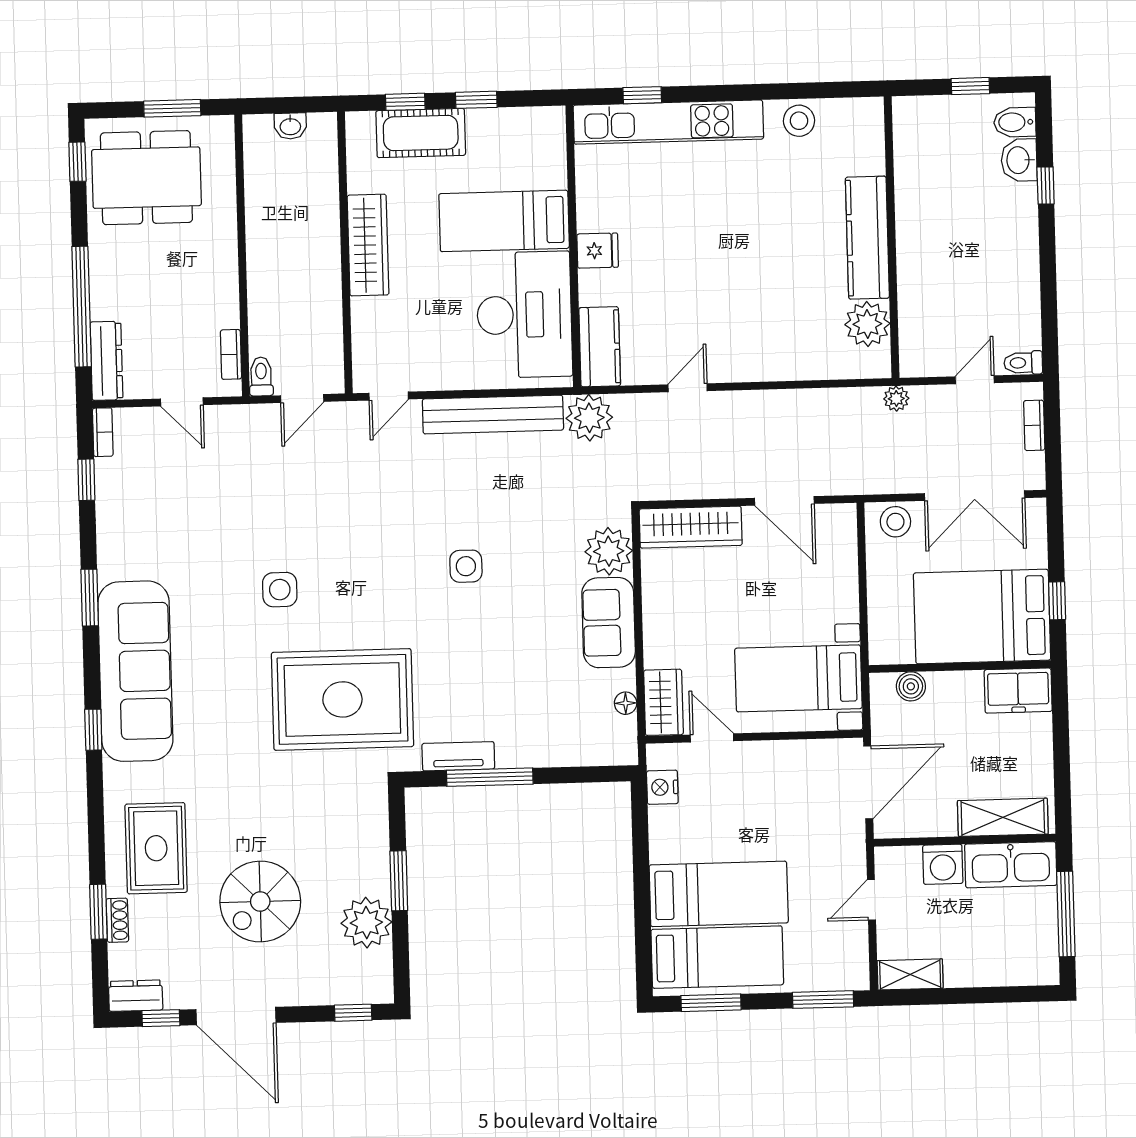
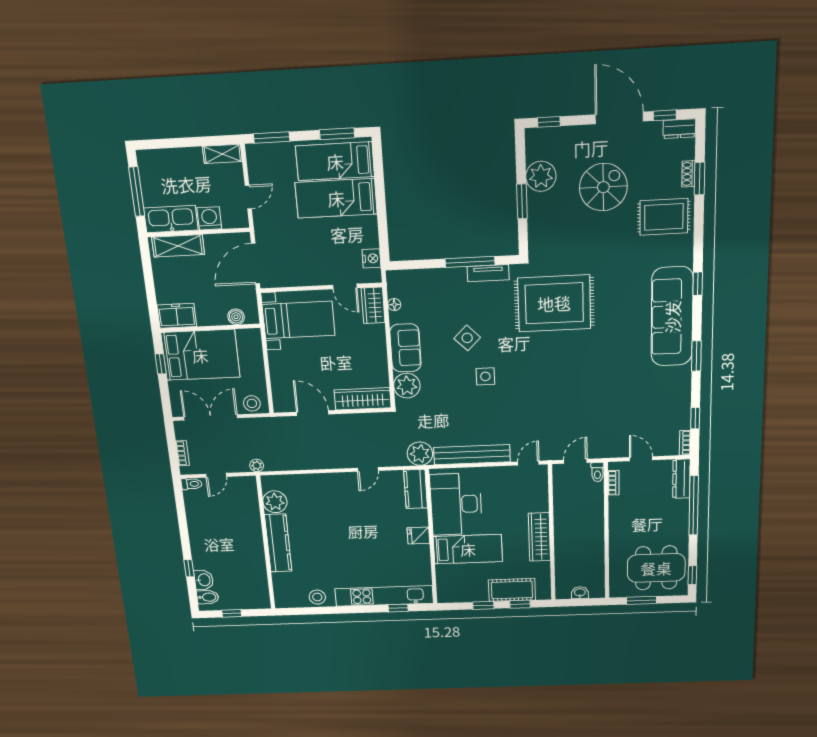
side table: (280, 590) -> (467, 338), moved, turned 45
rug: (156, 848) -> (664, 217), turned 90

